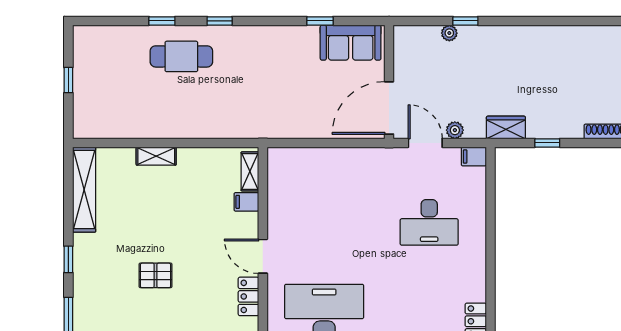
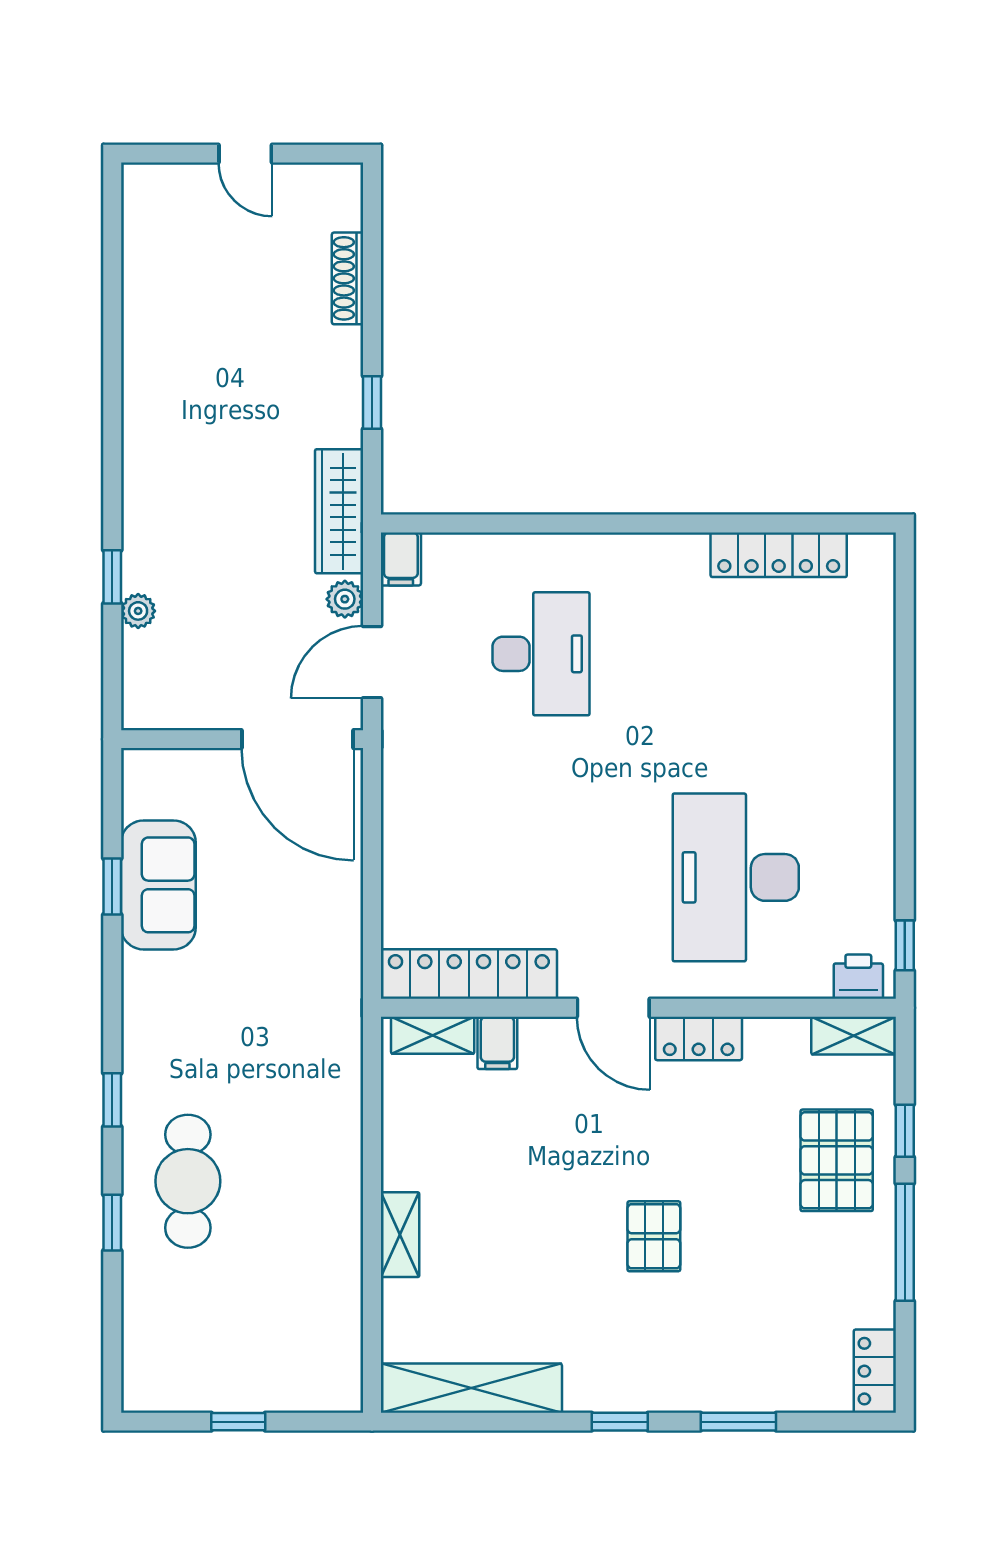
sofa: (351, 43) -> (158, 885), moved
wardrobe: (506, 128) -> (339, 511), width x1.50
locker: (279, 188) -> (469, 974), added
door: (263, 256) -> (613, 1008), hinge flipped

